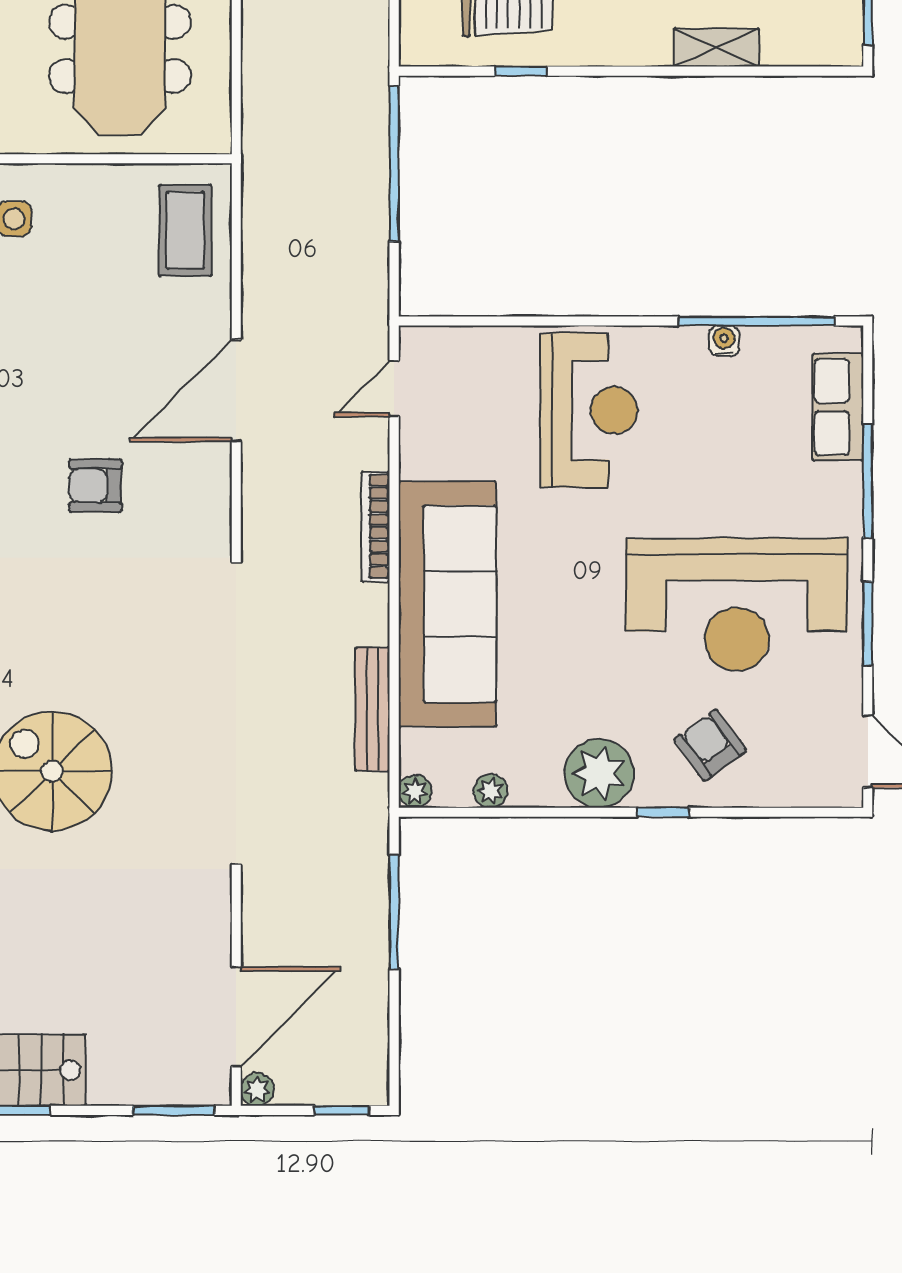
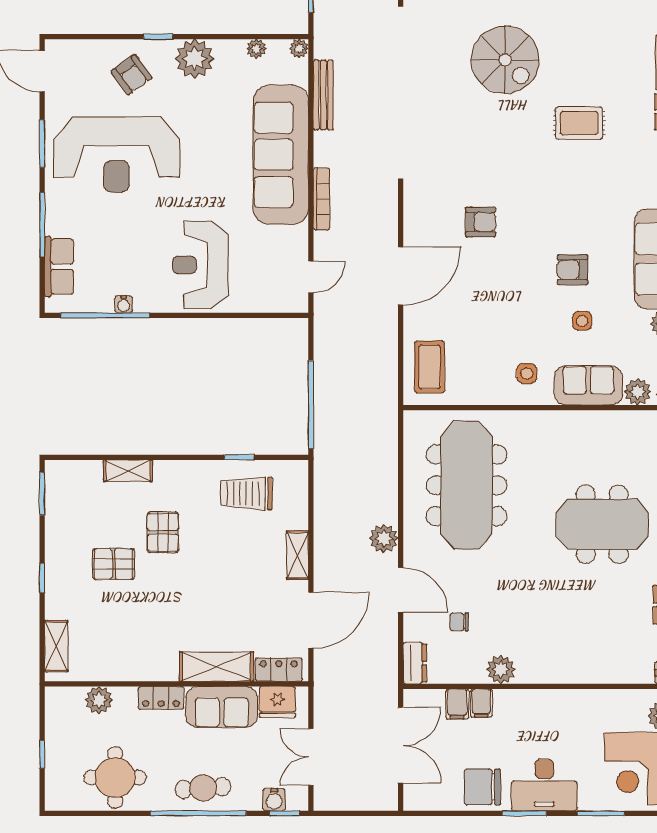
reception desk: (737, 605) -> (116, 154), turned 180

